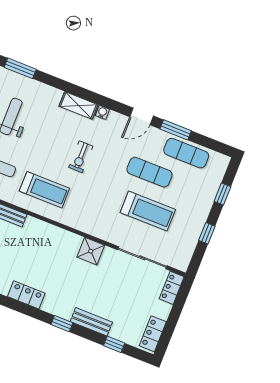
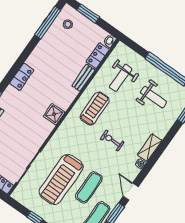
treadmill: (44, 190) -> (95, 108), turned 180
treadmill: (148, 211) -> (61, 179), width x1.37, depth x1.38
shower: (91, 251) -> (54, 114), moved

